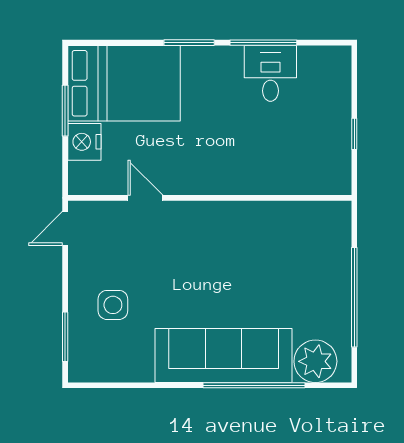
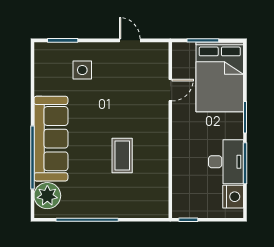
desk: (270, 73) -> (226, 162), width x1.37
nightstand: (84, 142) -> (233, 197), moved, turned 90
door: (145, 198) -> (170, 90), moved
wall: (210, 198) -> (170, 130), moved
coffee table: (251, 241) -> (122, 155), added

